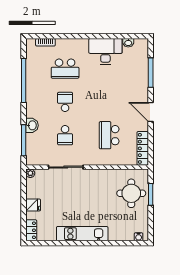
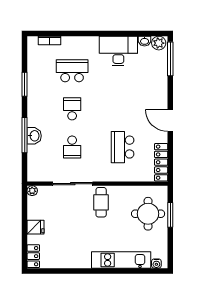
plant: (141, 45) -> (159, 43), added
school desk: (65, 69) -> (72, 71), turned 180
window: (151, 73) -> (170, 59), moved
window: (24, 80) -> (25, 84), width x0.47
window: (24, 140) -> (25, 135), moved
cafe table: (90, 183) -> (101, 202), added
kitchen unit: (82, 234) -> (121, 260), moved

